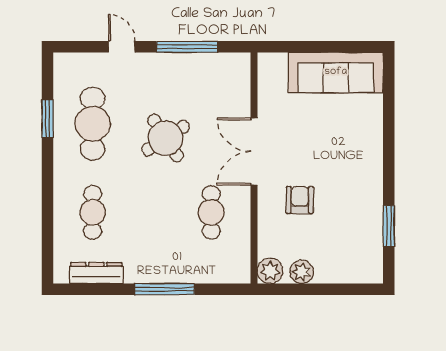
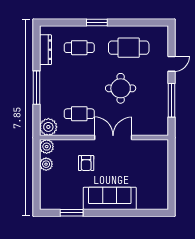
sofa: (336, 72) -> (110, 198), moved, turned 90
window: (48, 119) -> (97, 23), moved
round table: (166, 138) -> (121, 88), turned 33
armchair: (300, 200) -> (86, 163), turned 90
plant: (235, 268) -> (48, 127), added

